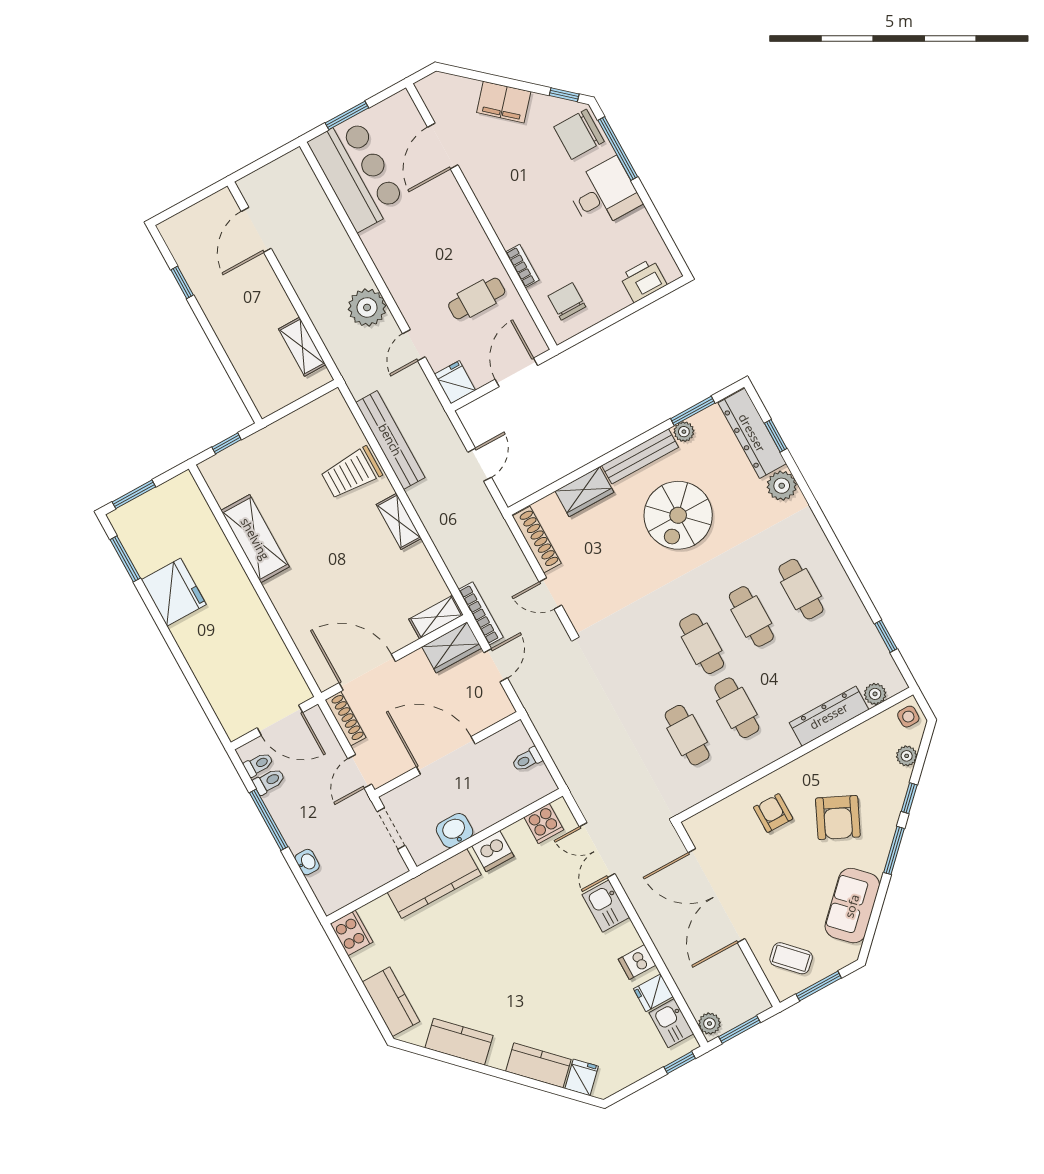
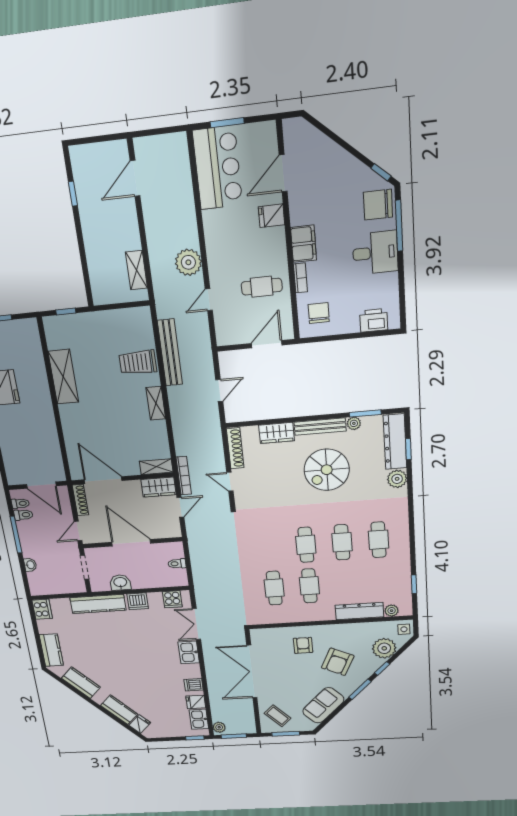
filing cabinet: (504, 102) -> (304, 244), moved, turned -131
fridge: (455, 382) -> (271, 216), moved, turned -90
plant: (907, 756) -> (384, 648), width x1.88, depth x1.88

